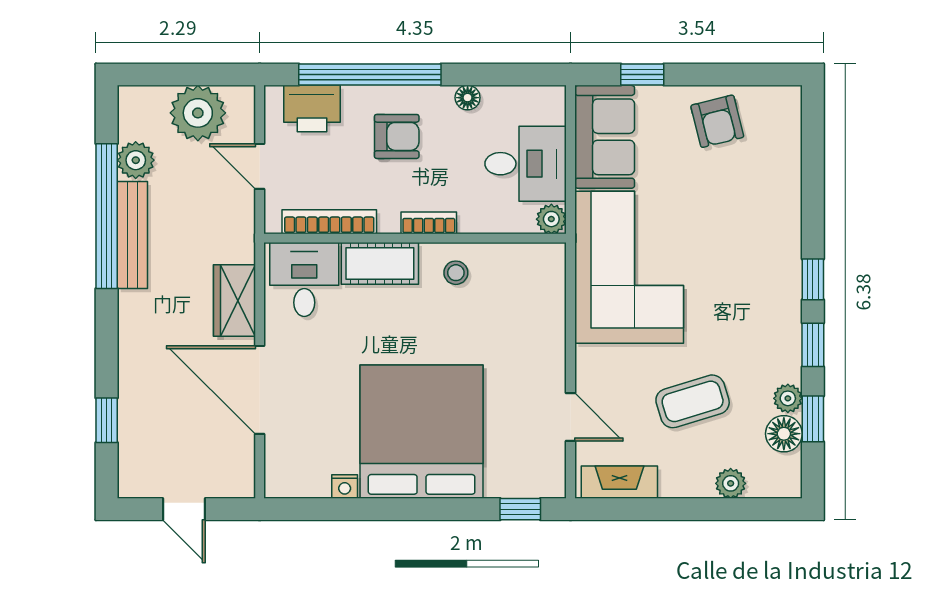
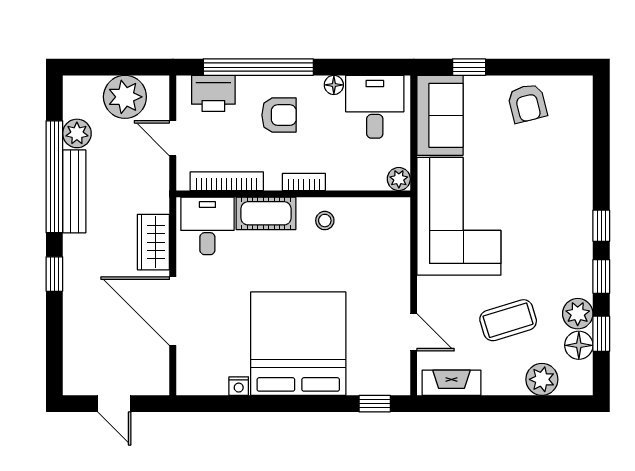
desk: (526, 164) -> (375, 107), moved, turned -90
plant: (788, 398) -> (578, 314), width x1.38, depth x1.38
window: (107, 420) -> (54, 274), moved
plant: (731, 483) -> (542, 379), width x1.38, depth x1.38

